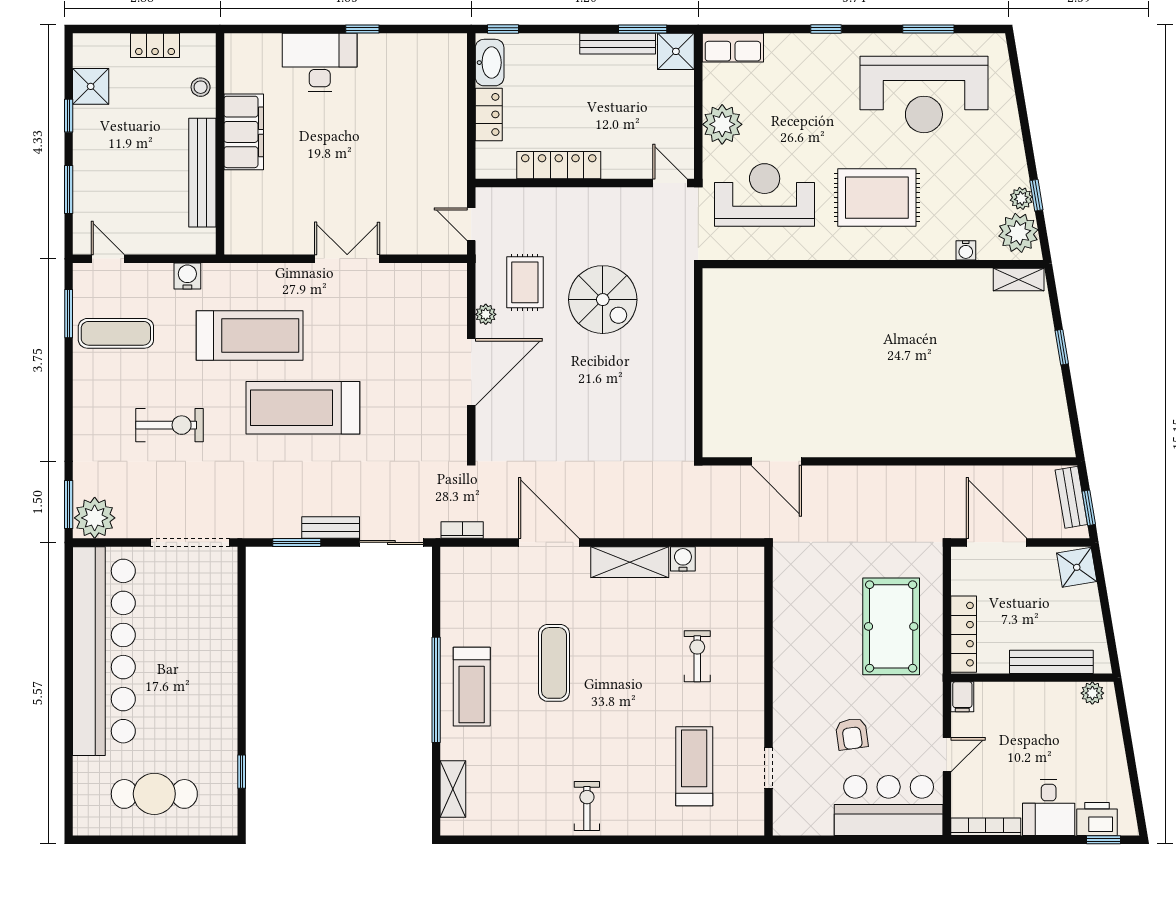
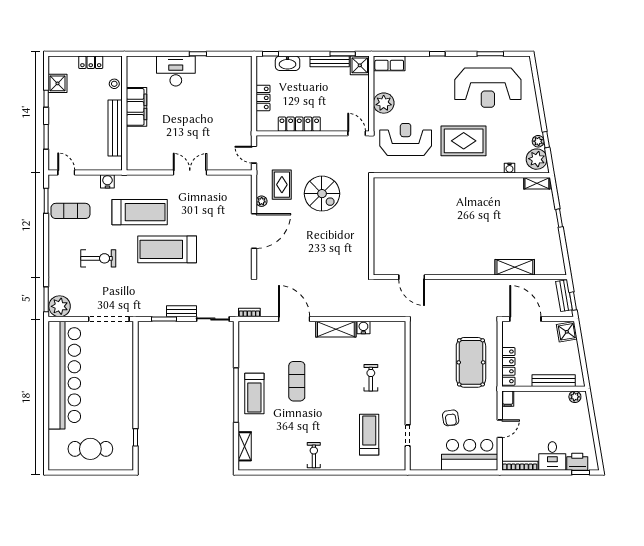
washbasin: (490, 63) -> (288, 63), moved, turned 90
shelving: (976, 442) -> (515, 267), added

